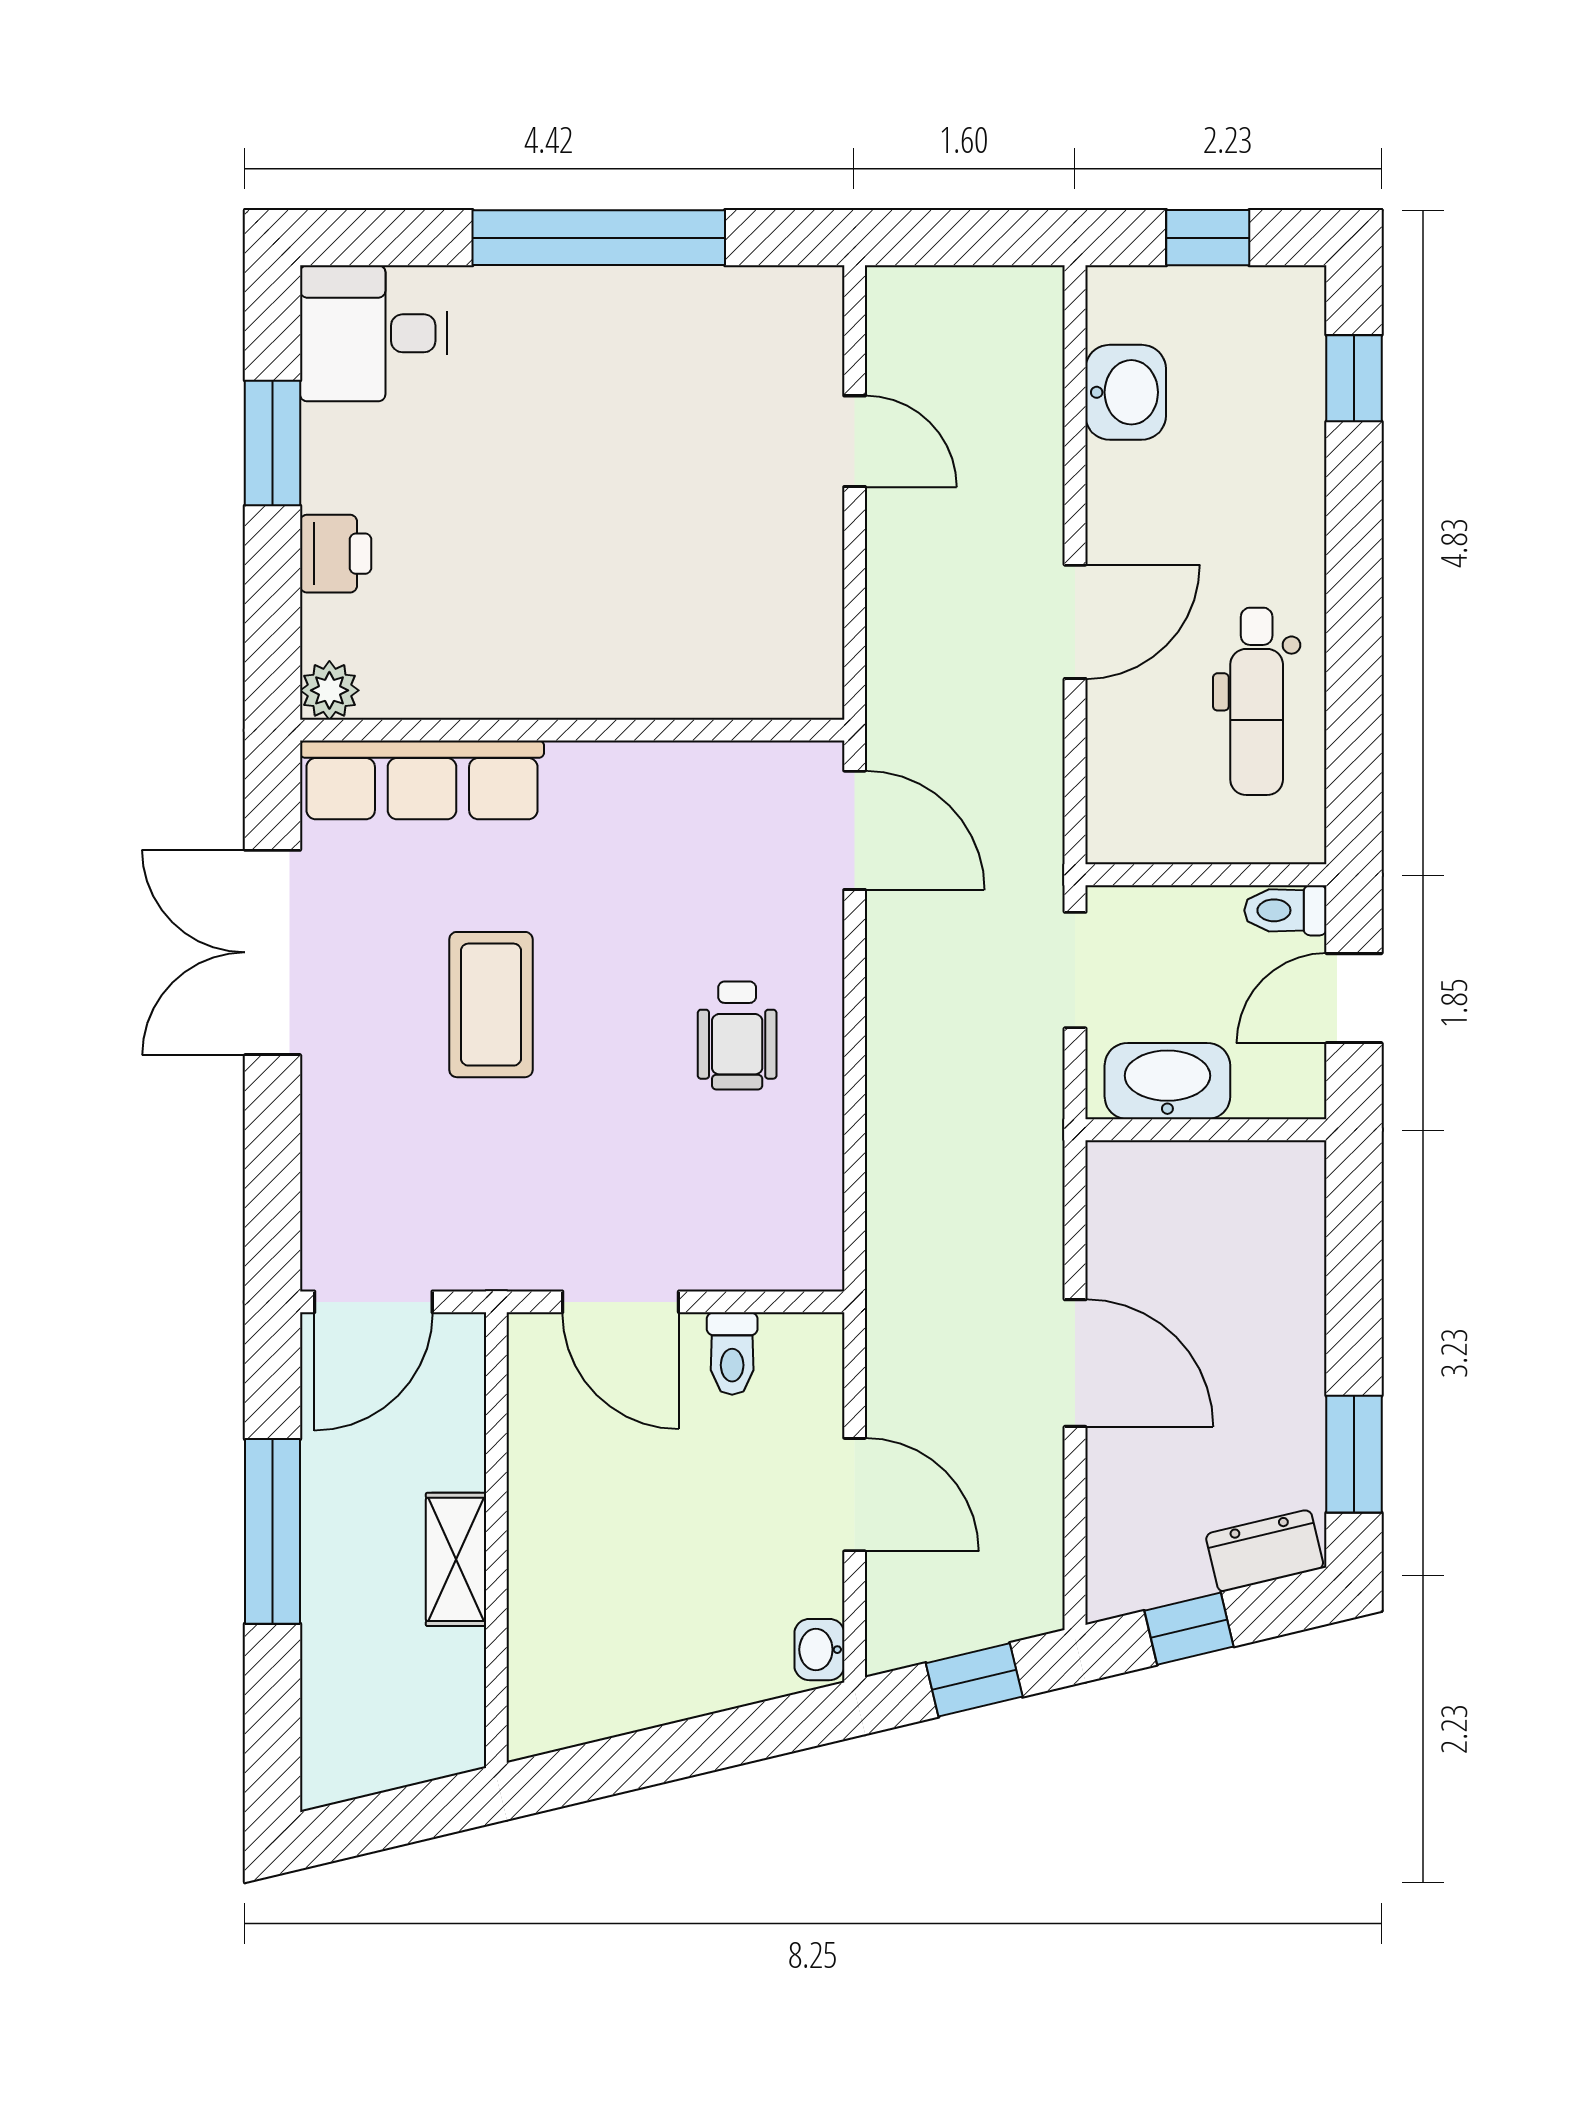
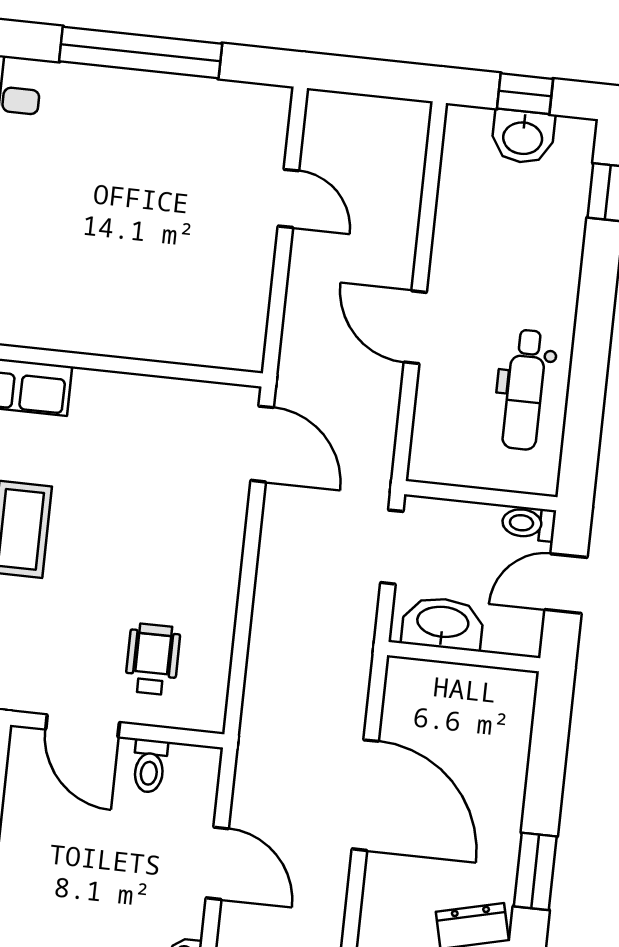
washbasin: (1126, 392) -> (523, 137), moved, turned 90
door: (1075, 622) -> (415, 327), swing flipped
wheelchair: (737, 1036) -> (153, 659), moved, turned 180
door: (1075, 1363) -> (365, 795), width x1.36

